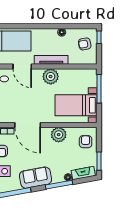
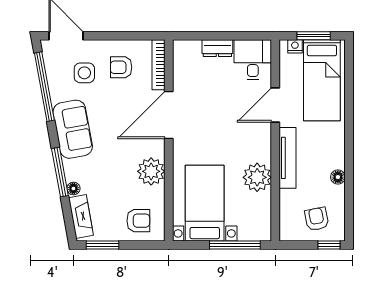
plant: (51, 77) -> (257, 177), moved

